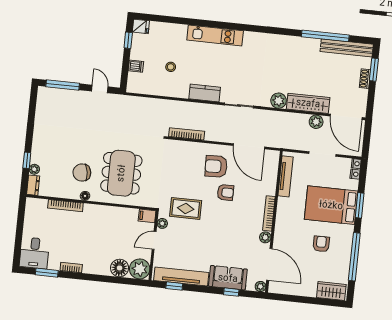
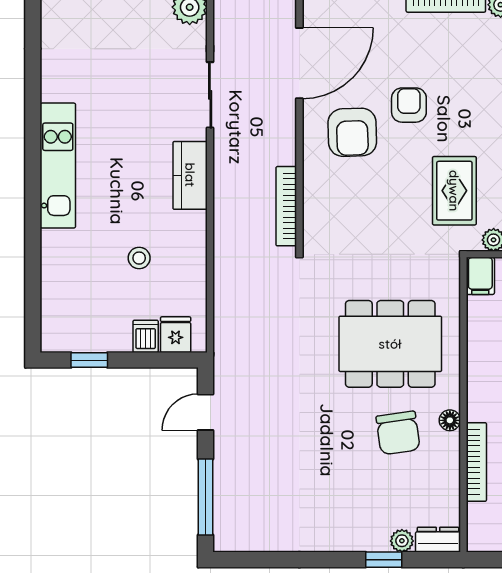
fridge: (141, 26) -> (176, 335), moved

